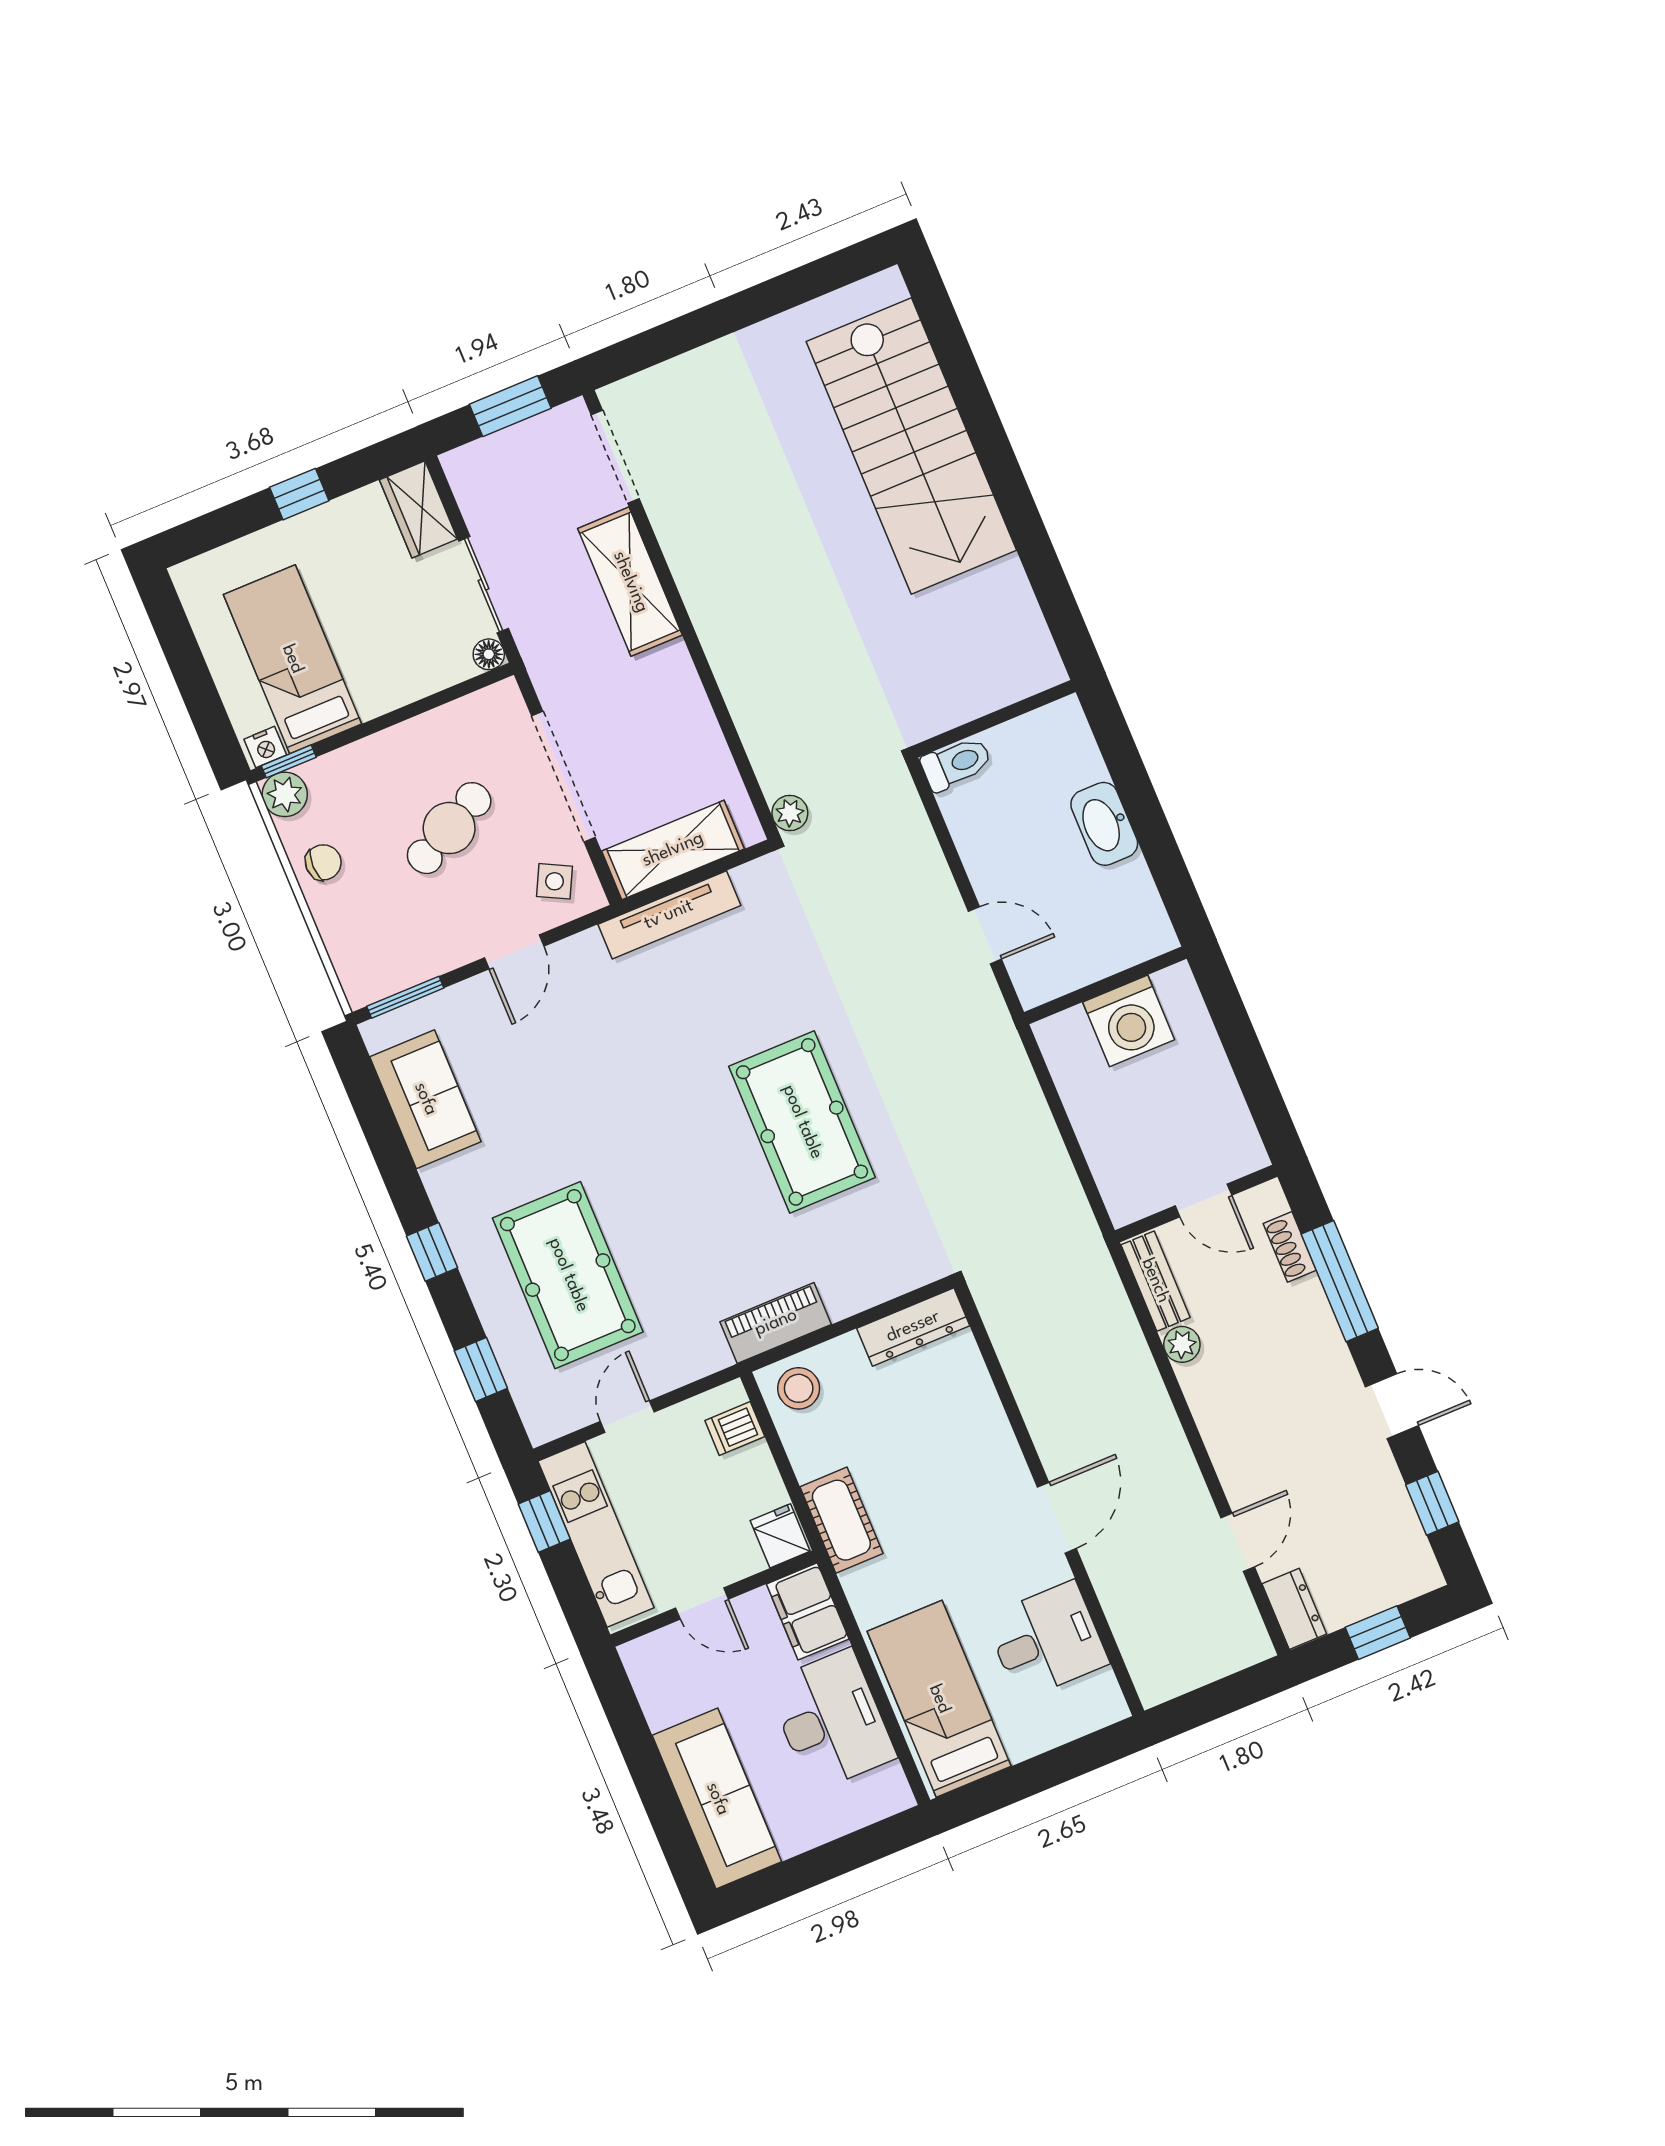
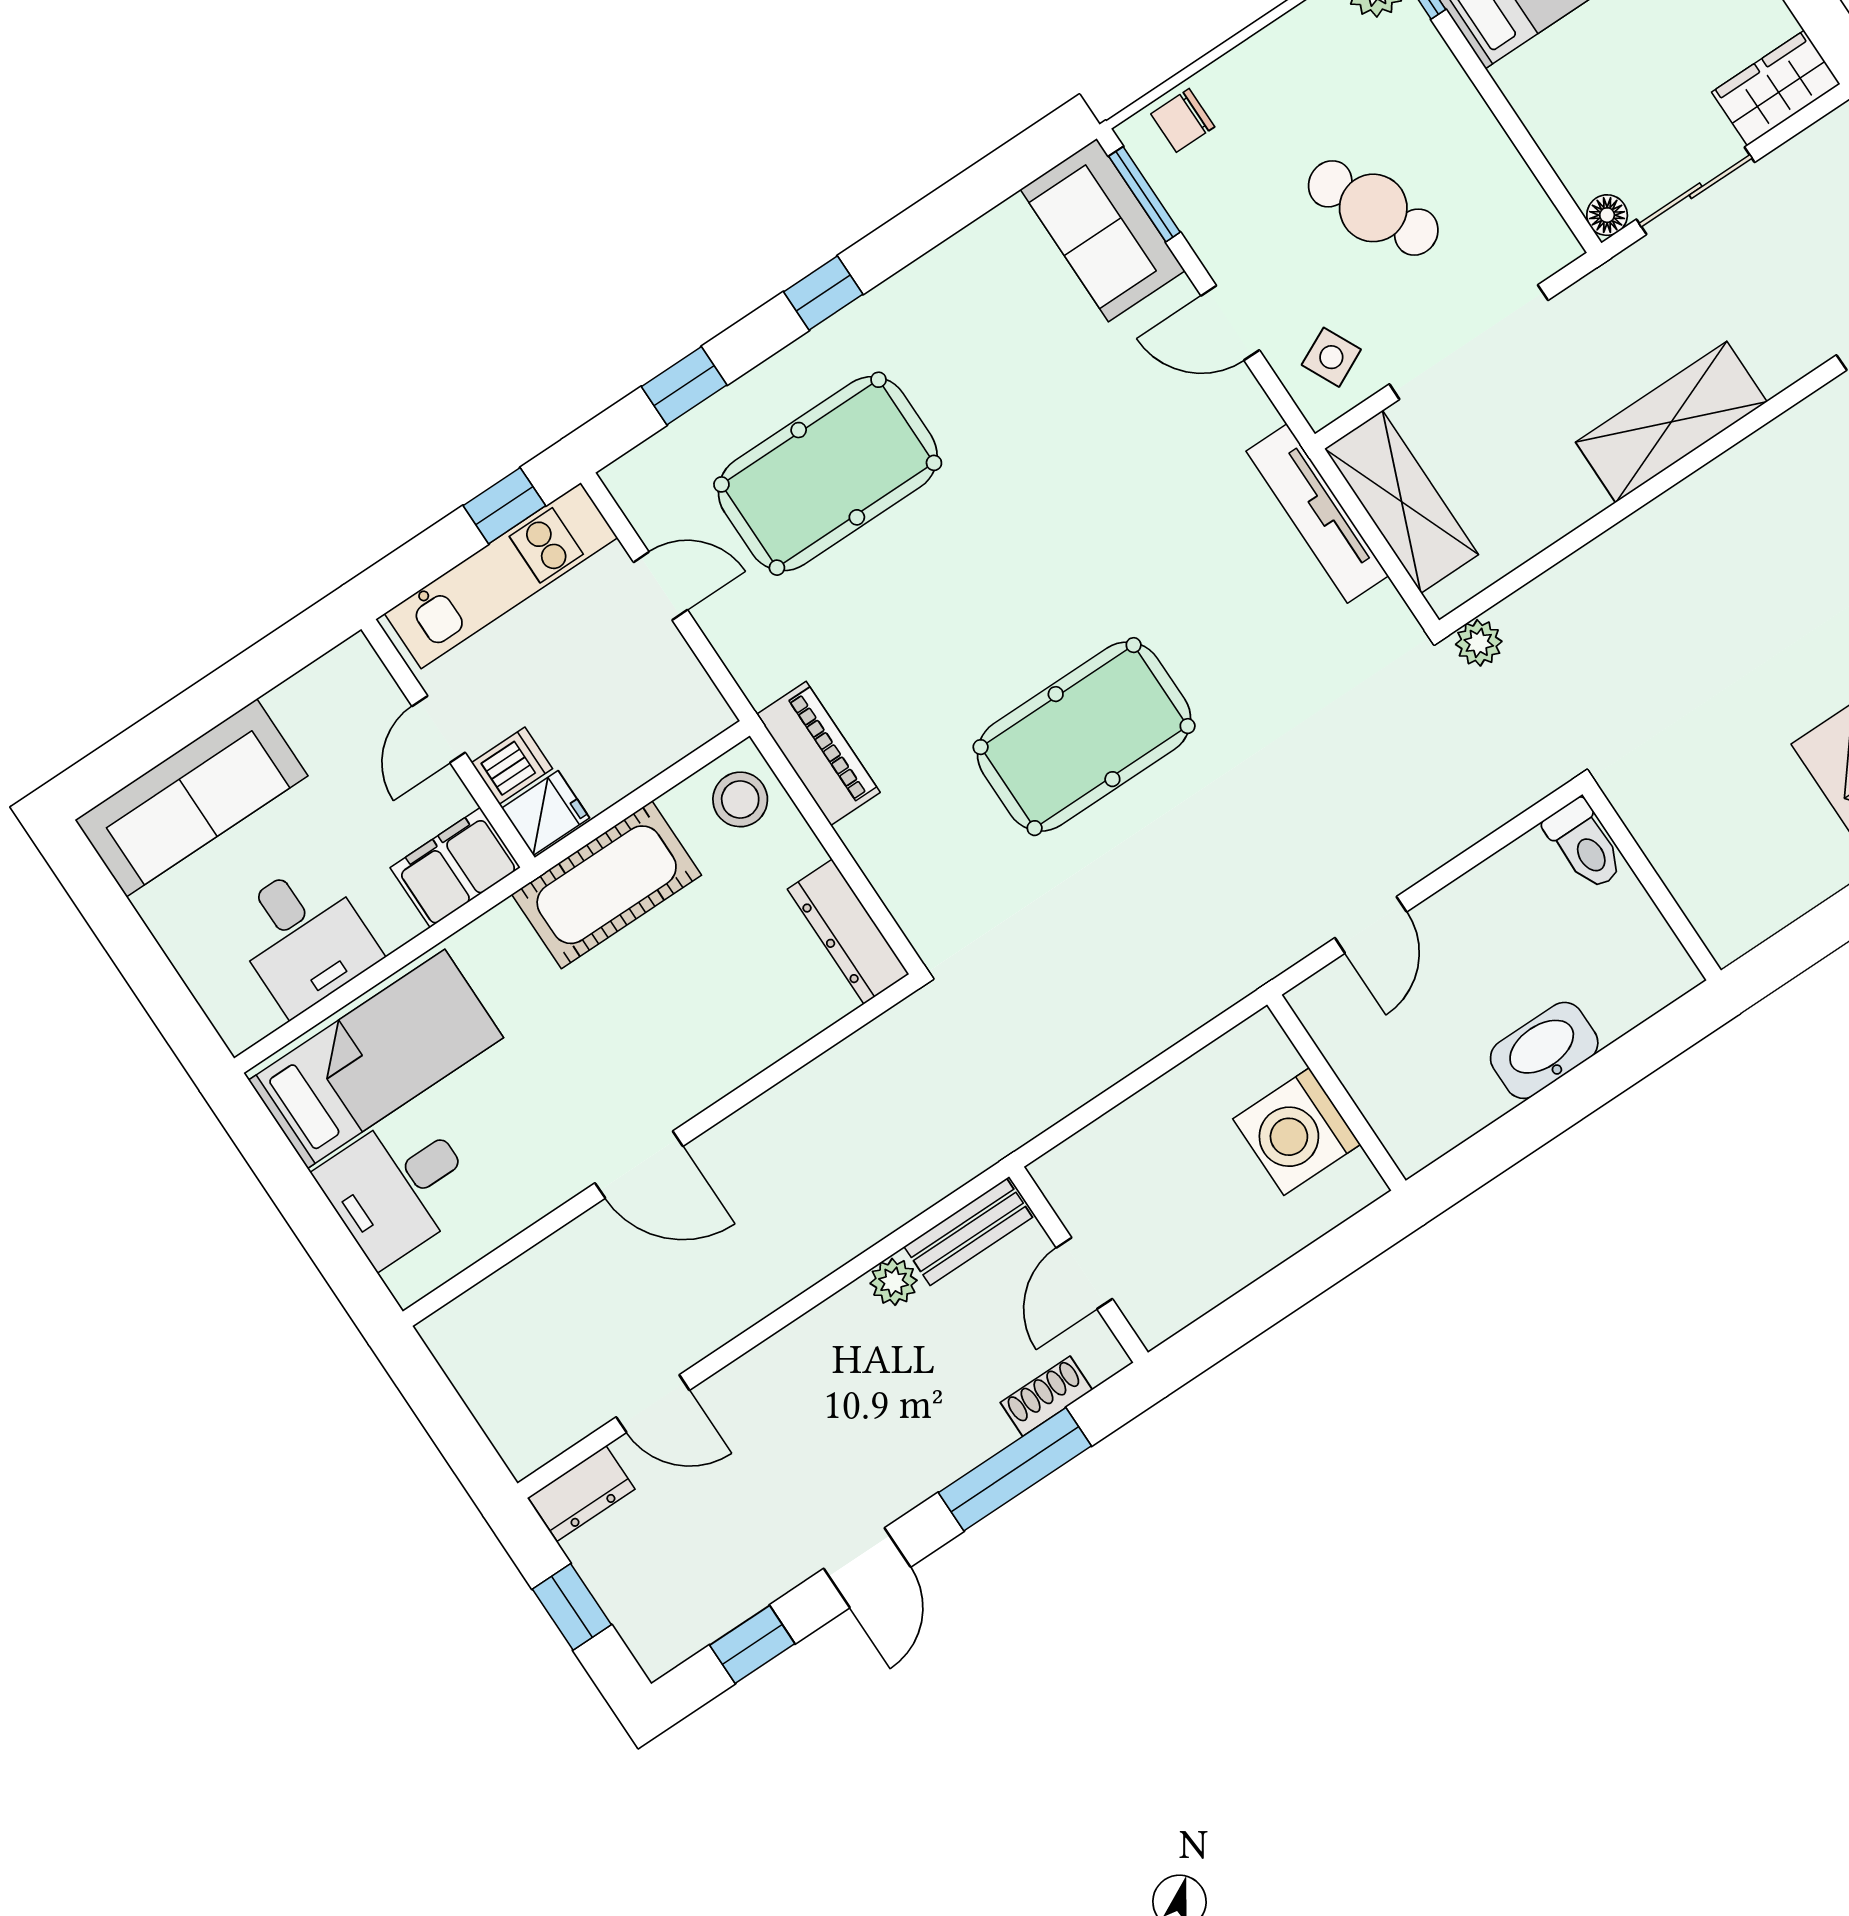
shelving: (630, 582) -> (1671, 422), moved
chair: (323, 862) -> (1183, 120), moved, turned 90
side table: (555, 881) -> (1331, 357), turned 37
sofa: (425, 1099) -> (1103, 230), moved, turned 90
dishwasher: (735, 1429) -> (512, 766), moved, turned 90
cot: (841, 1520) -> (607, 885), width x1.37, depth x1.34
desk: (1047, 1640) -> (398, 1187), moved, turned 90
desk: (831, 1720) -> (303, 937), width x0.73

